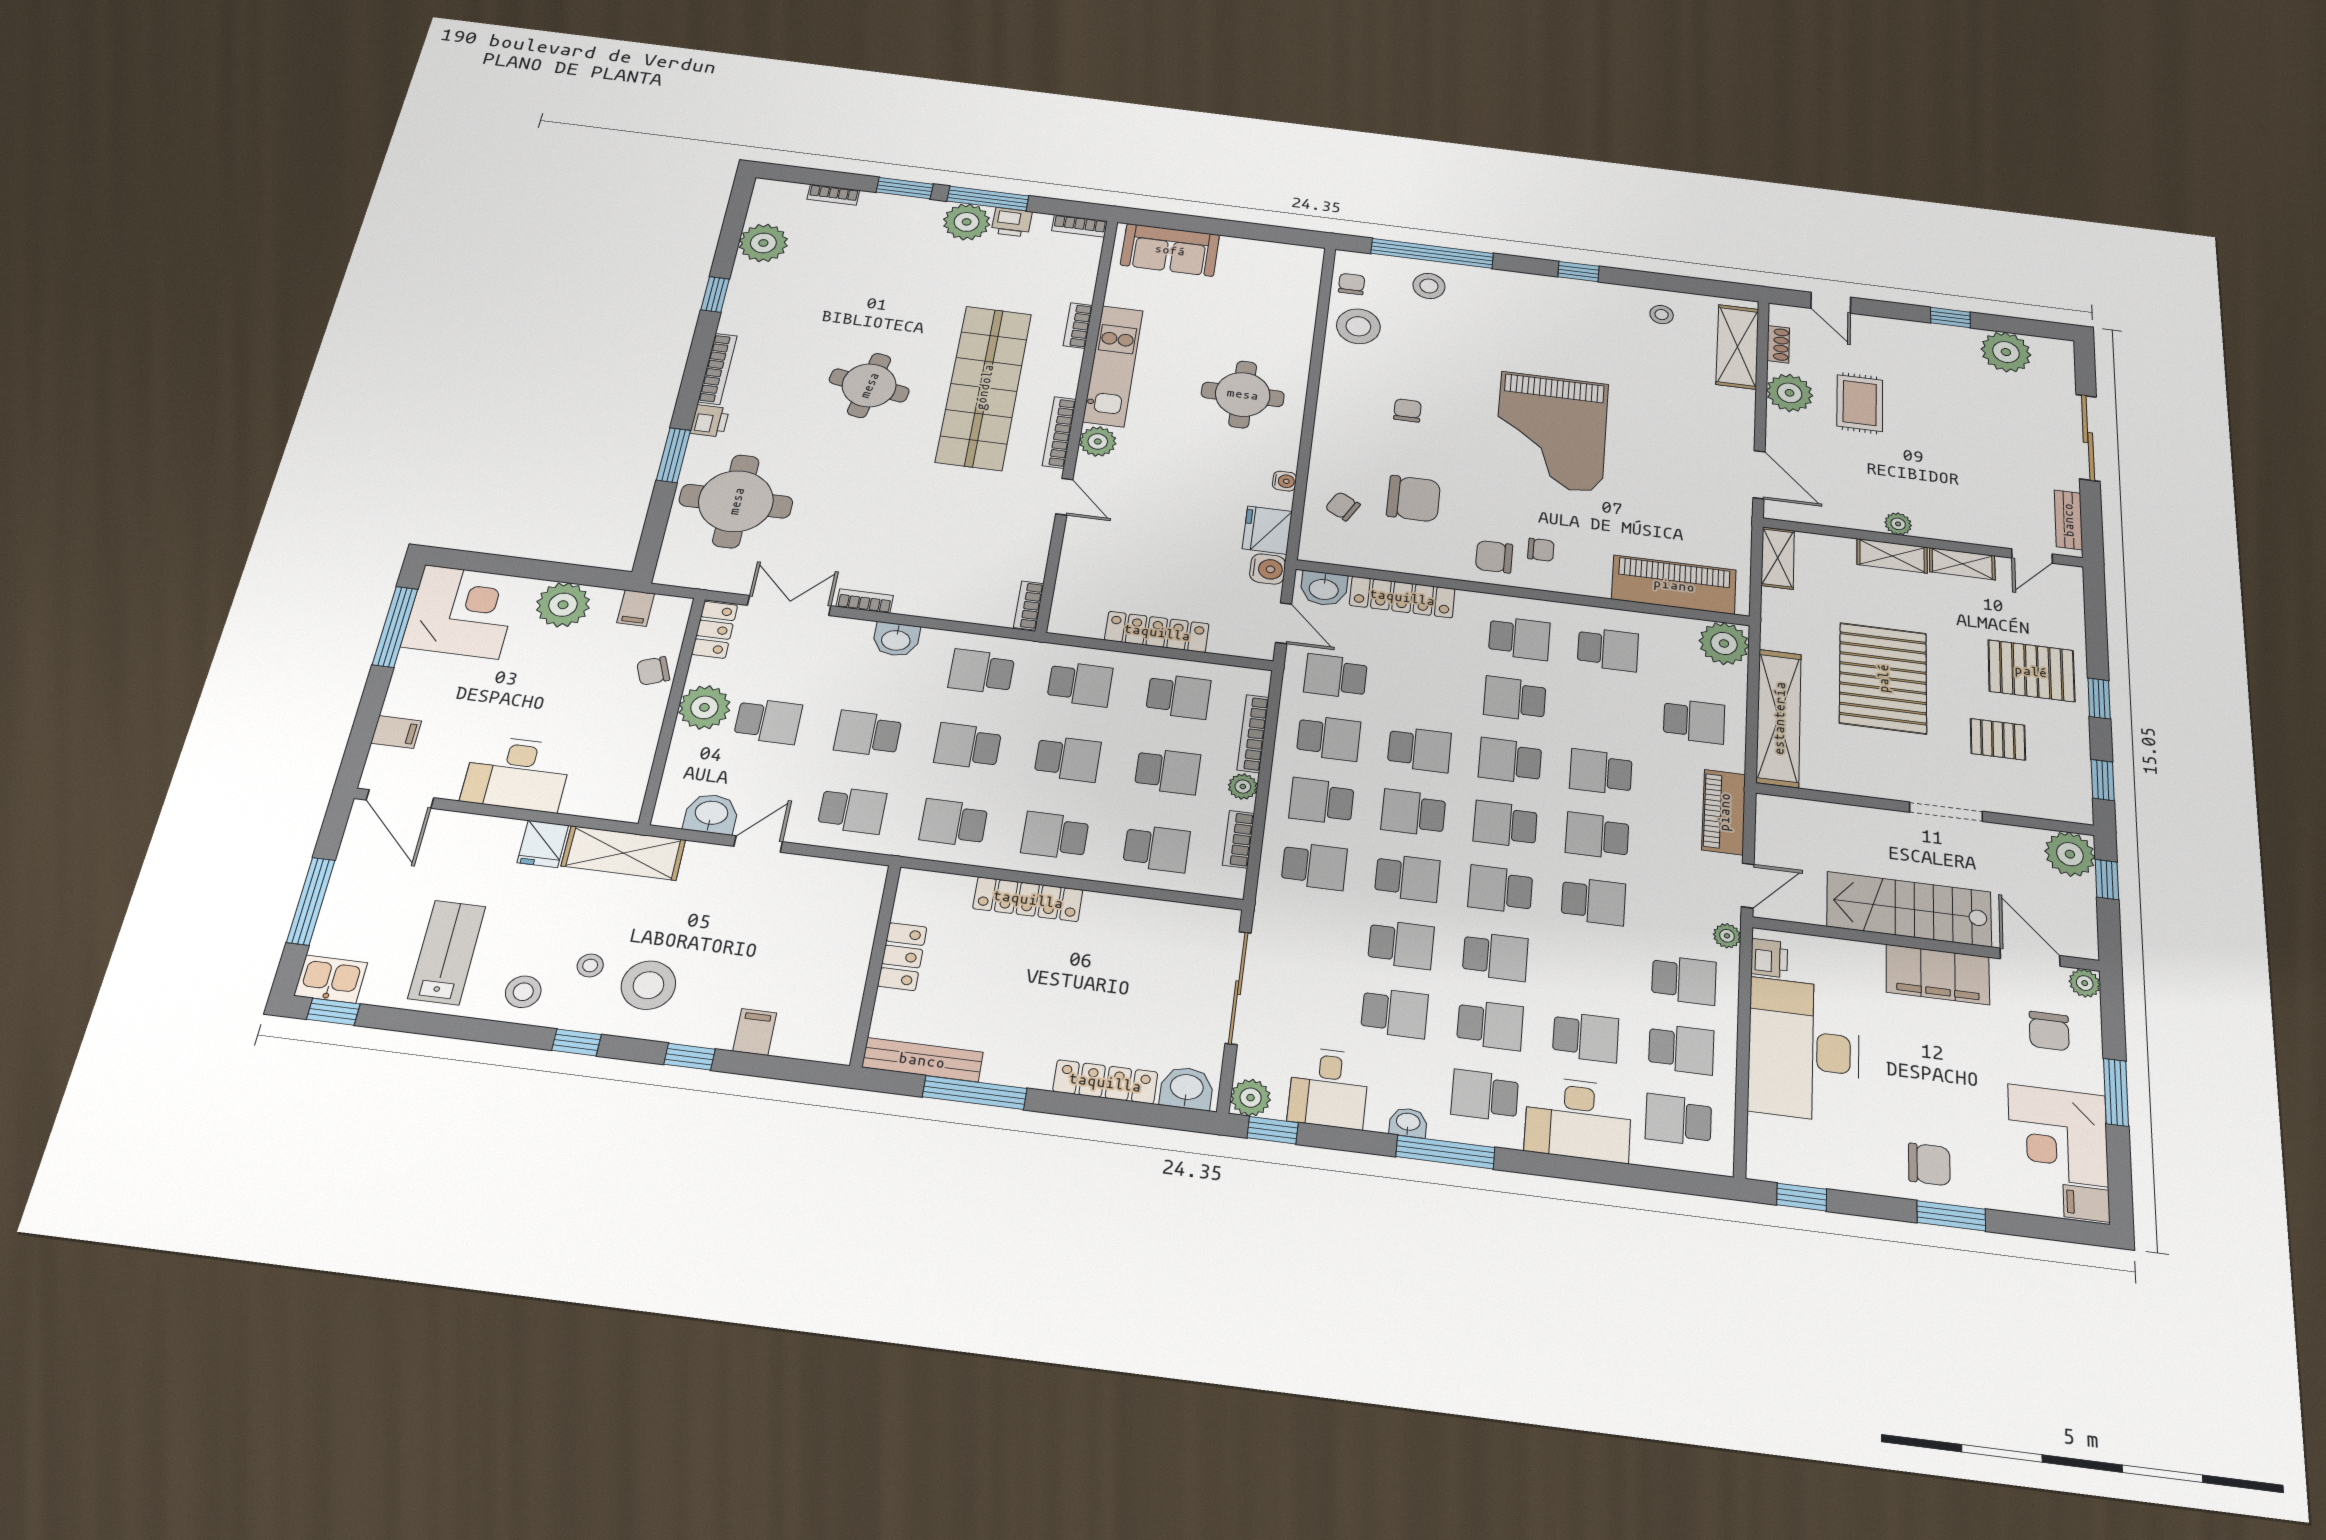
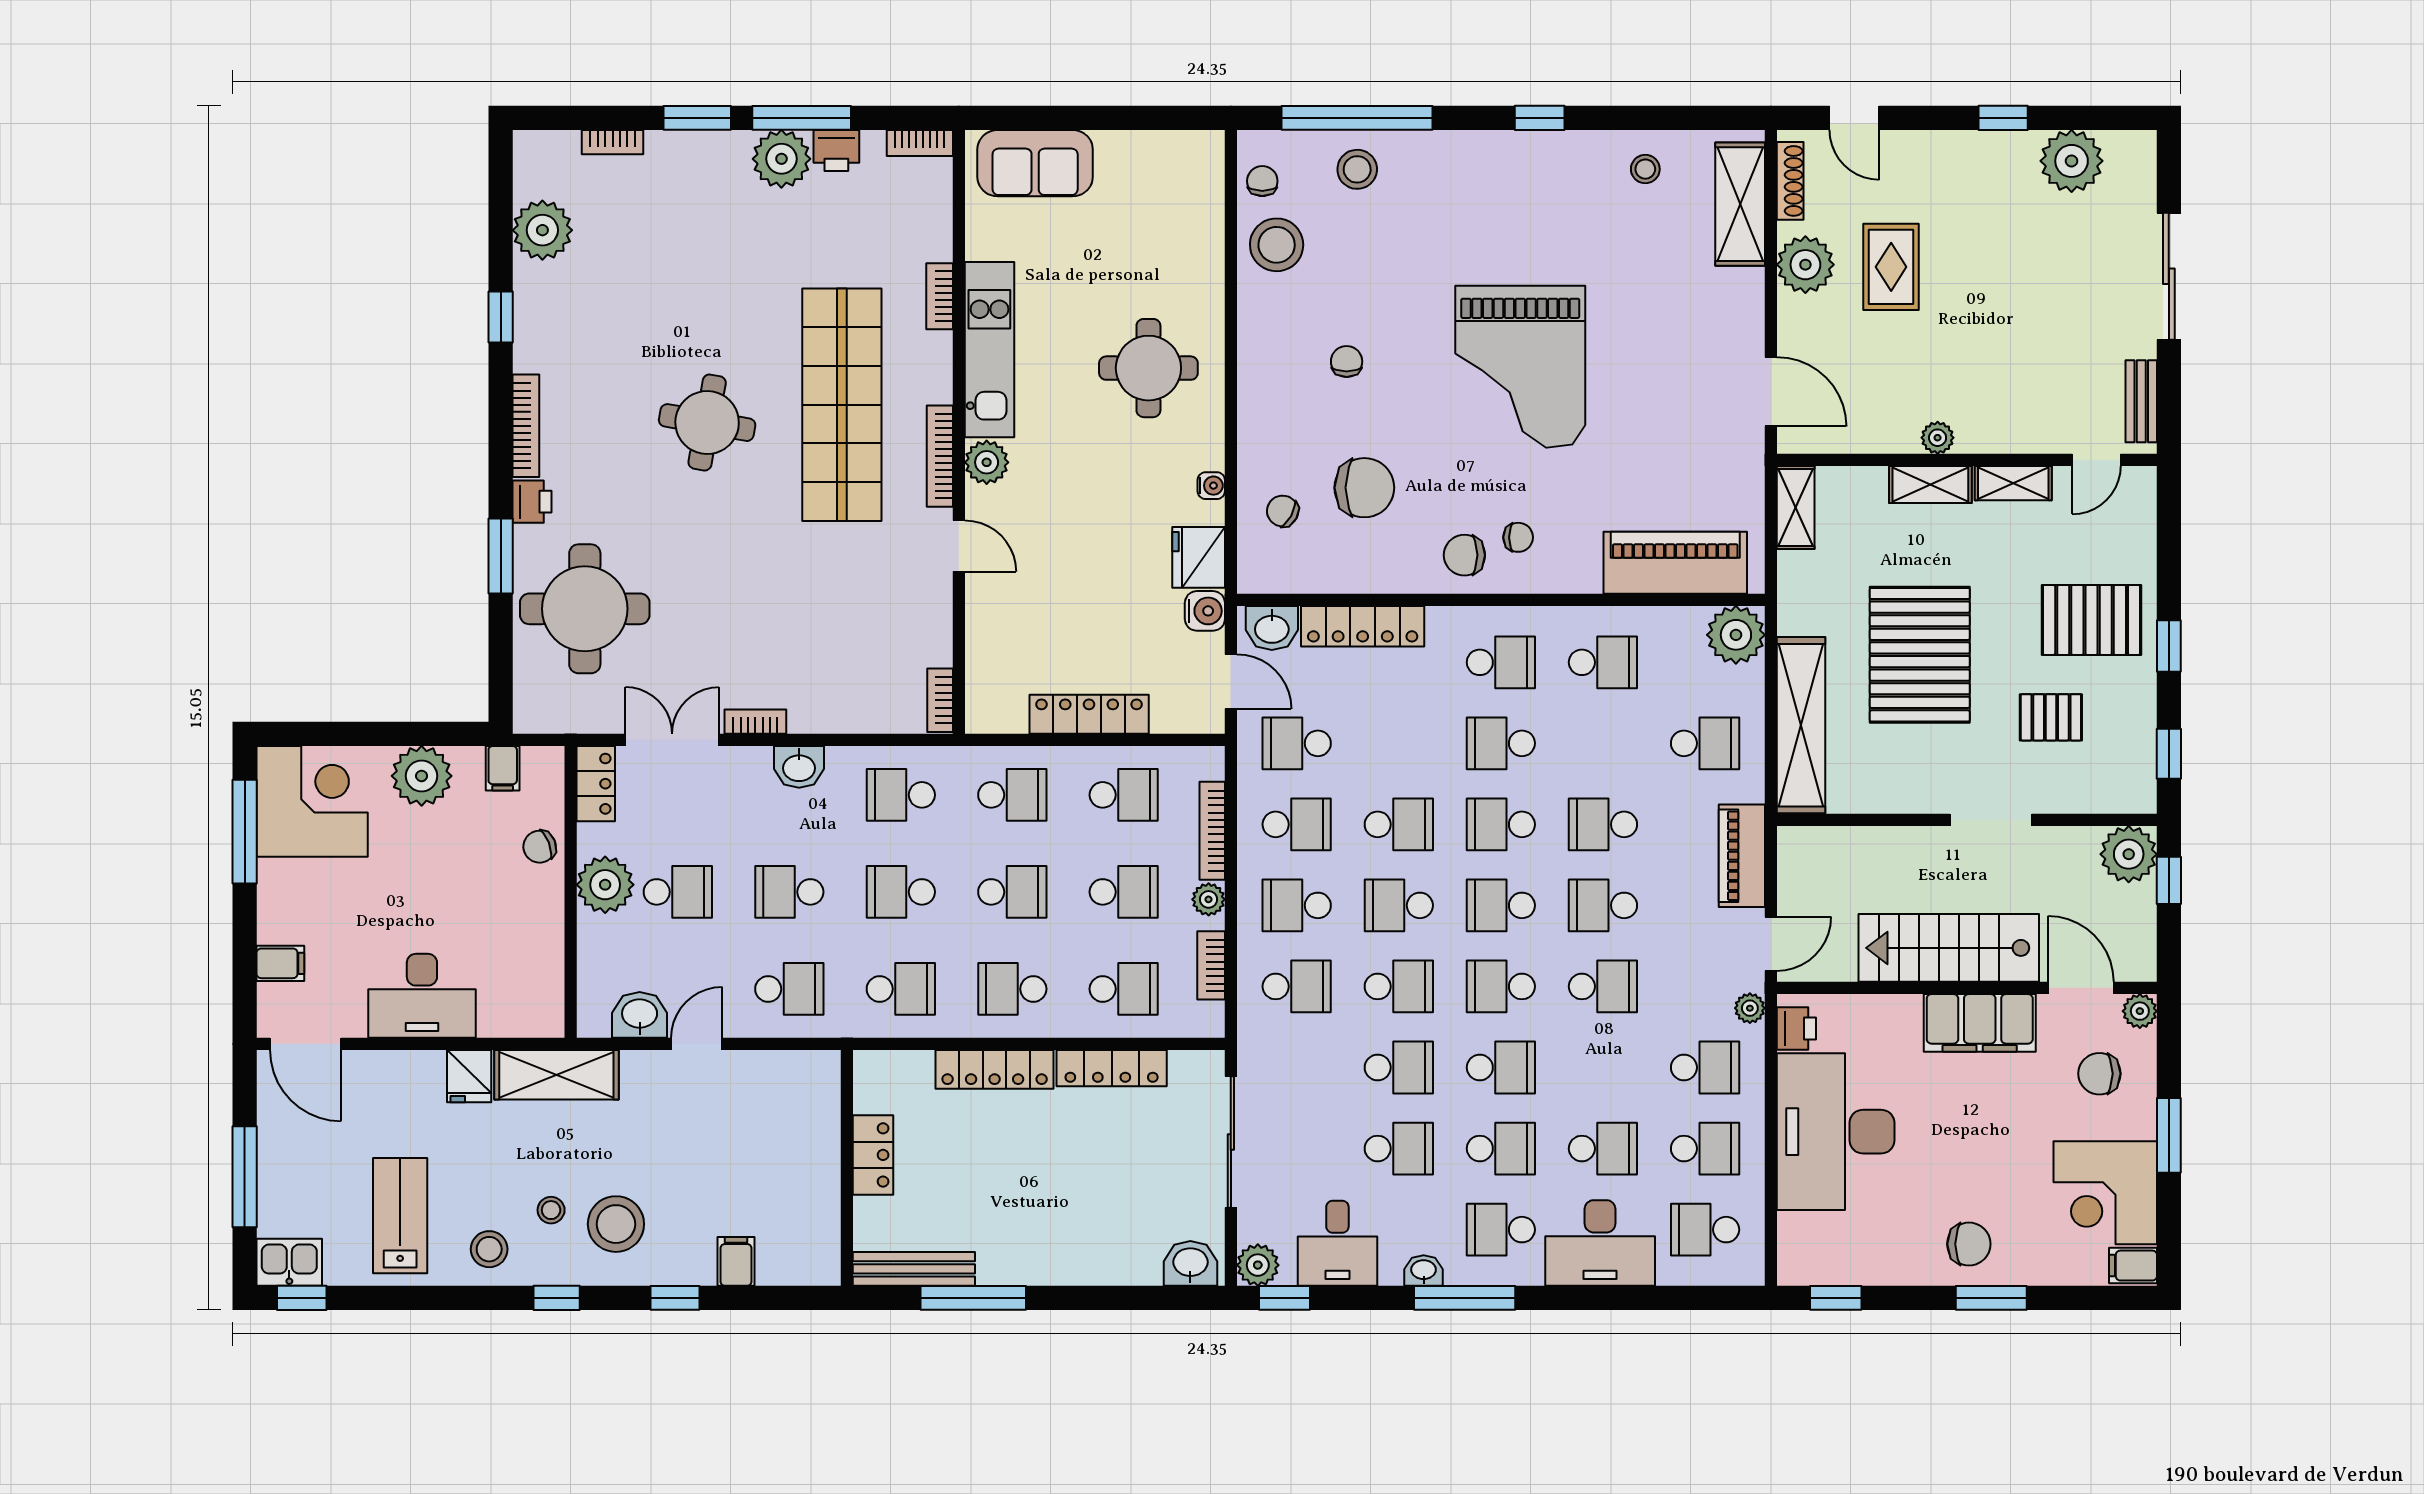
shoe rack: (1778, 344) -> (1790, 181), width x1.43
school desk: (954, 823) -> (901, 989), turned 180
chair: (2049, 1031) -> (2099, 1074), turned 90
locker: (1105, 1082) -> (1112, 1068), moved, turned 180

